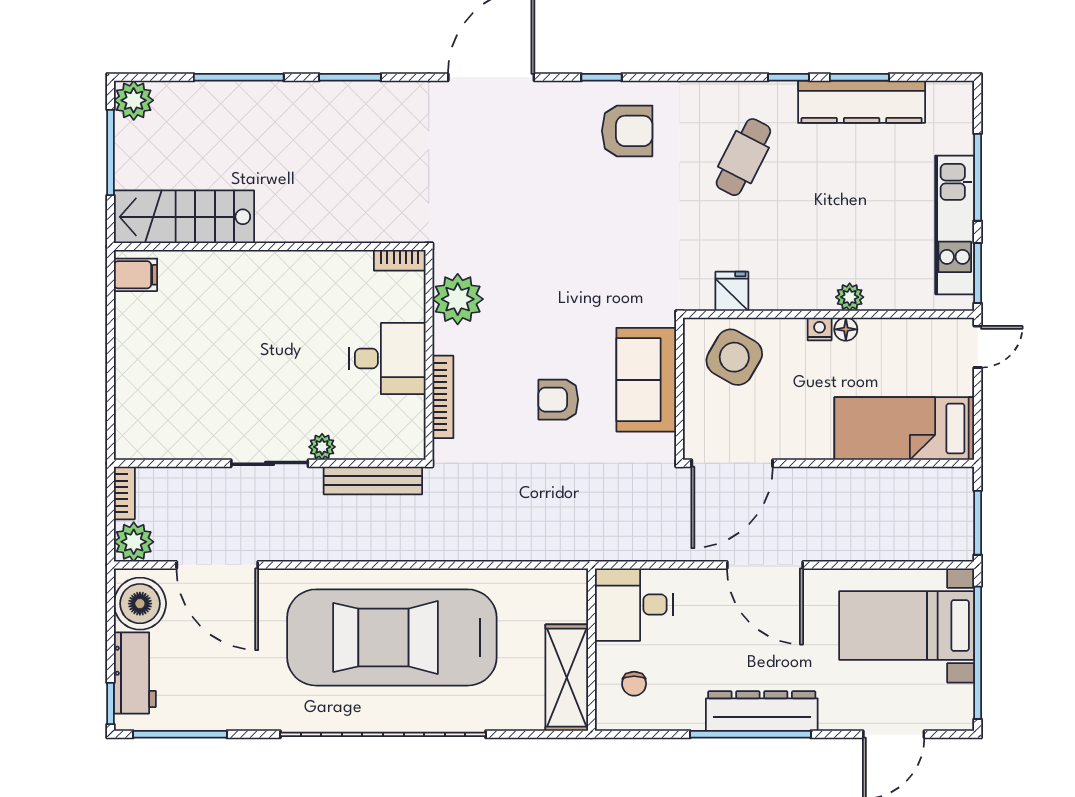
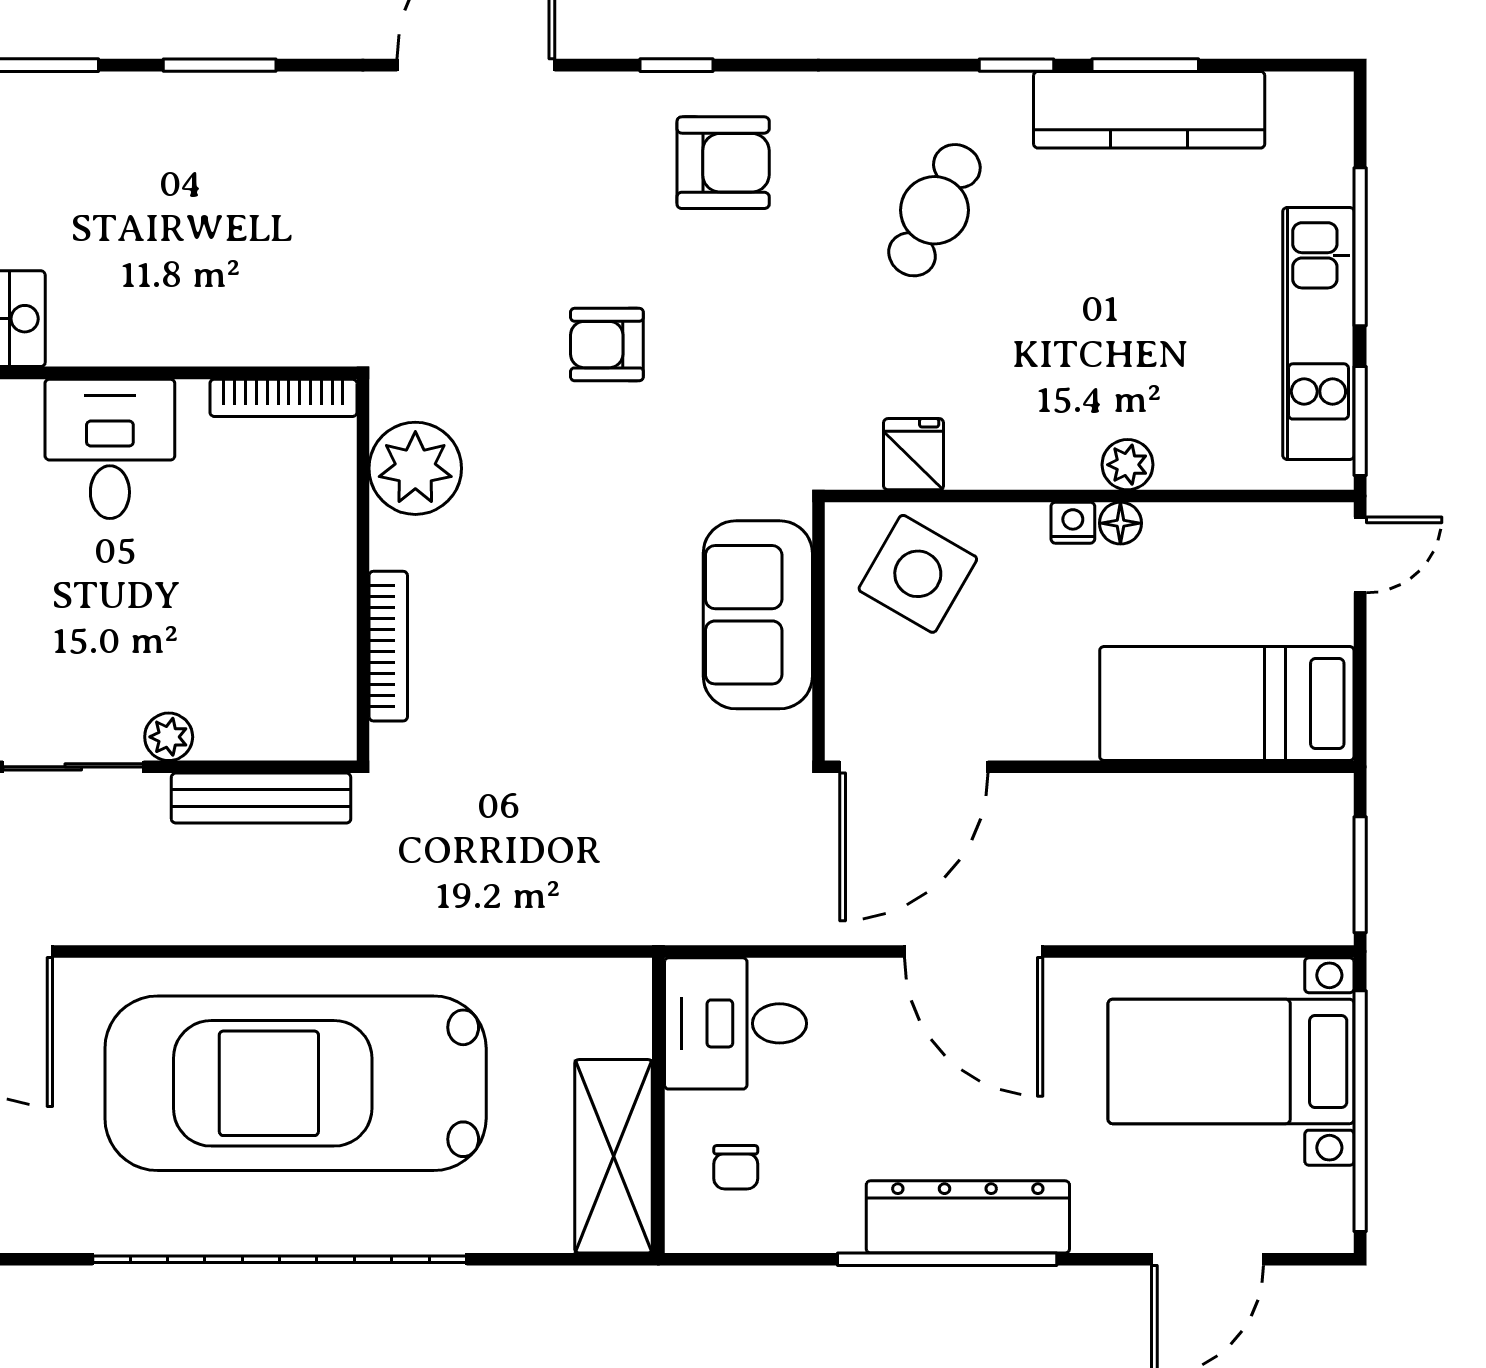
bookcase: (400, 260) -> (283, 398), width x1.56
desk: (387, 359) -> (110, 449), moved, turned -90
armchair: (558, 400) -> (607, 345), moved

